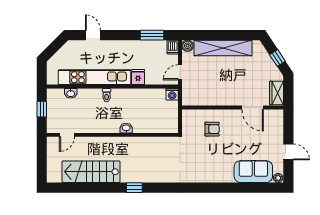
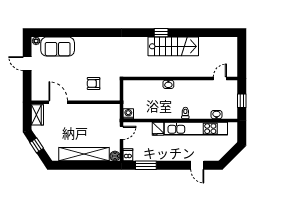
stairs: (91, 172) -> (173, 46), moved

